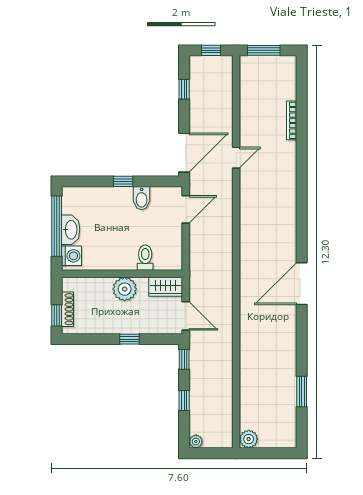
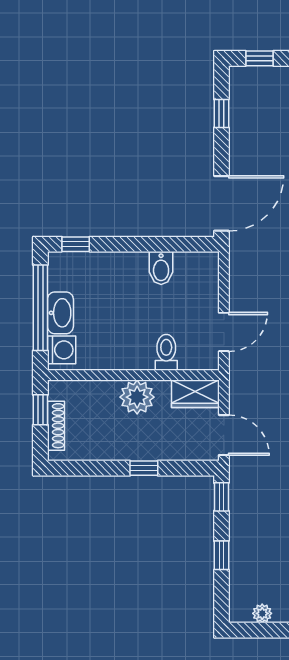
window: (123, 181) -> (76, 244), moved
door: (186, 209) -> (224, 332), moved
window: (57, 315) -> (40, 410), moved
plant: (196, 441) -> (262, 613), moved

